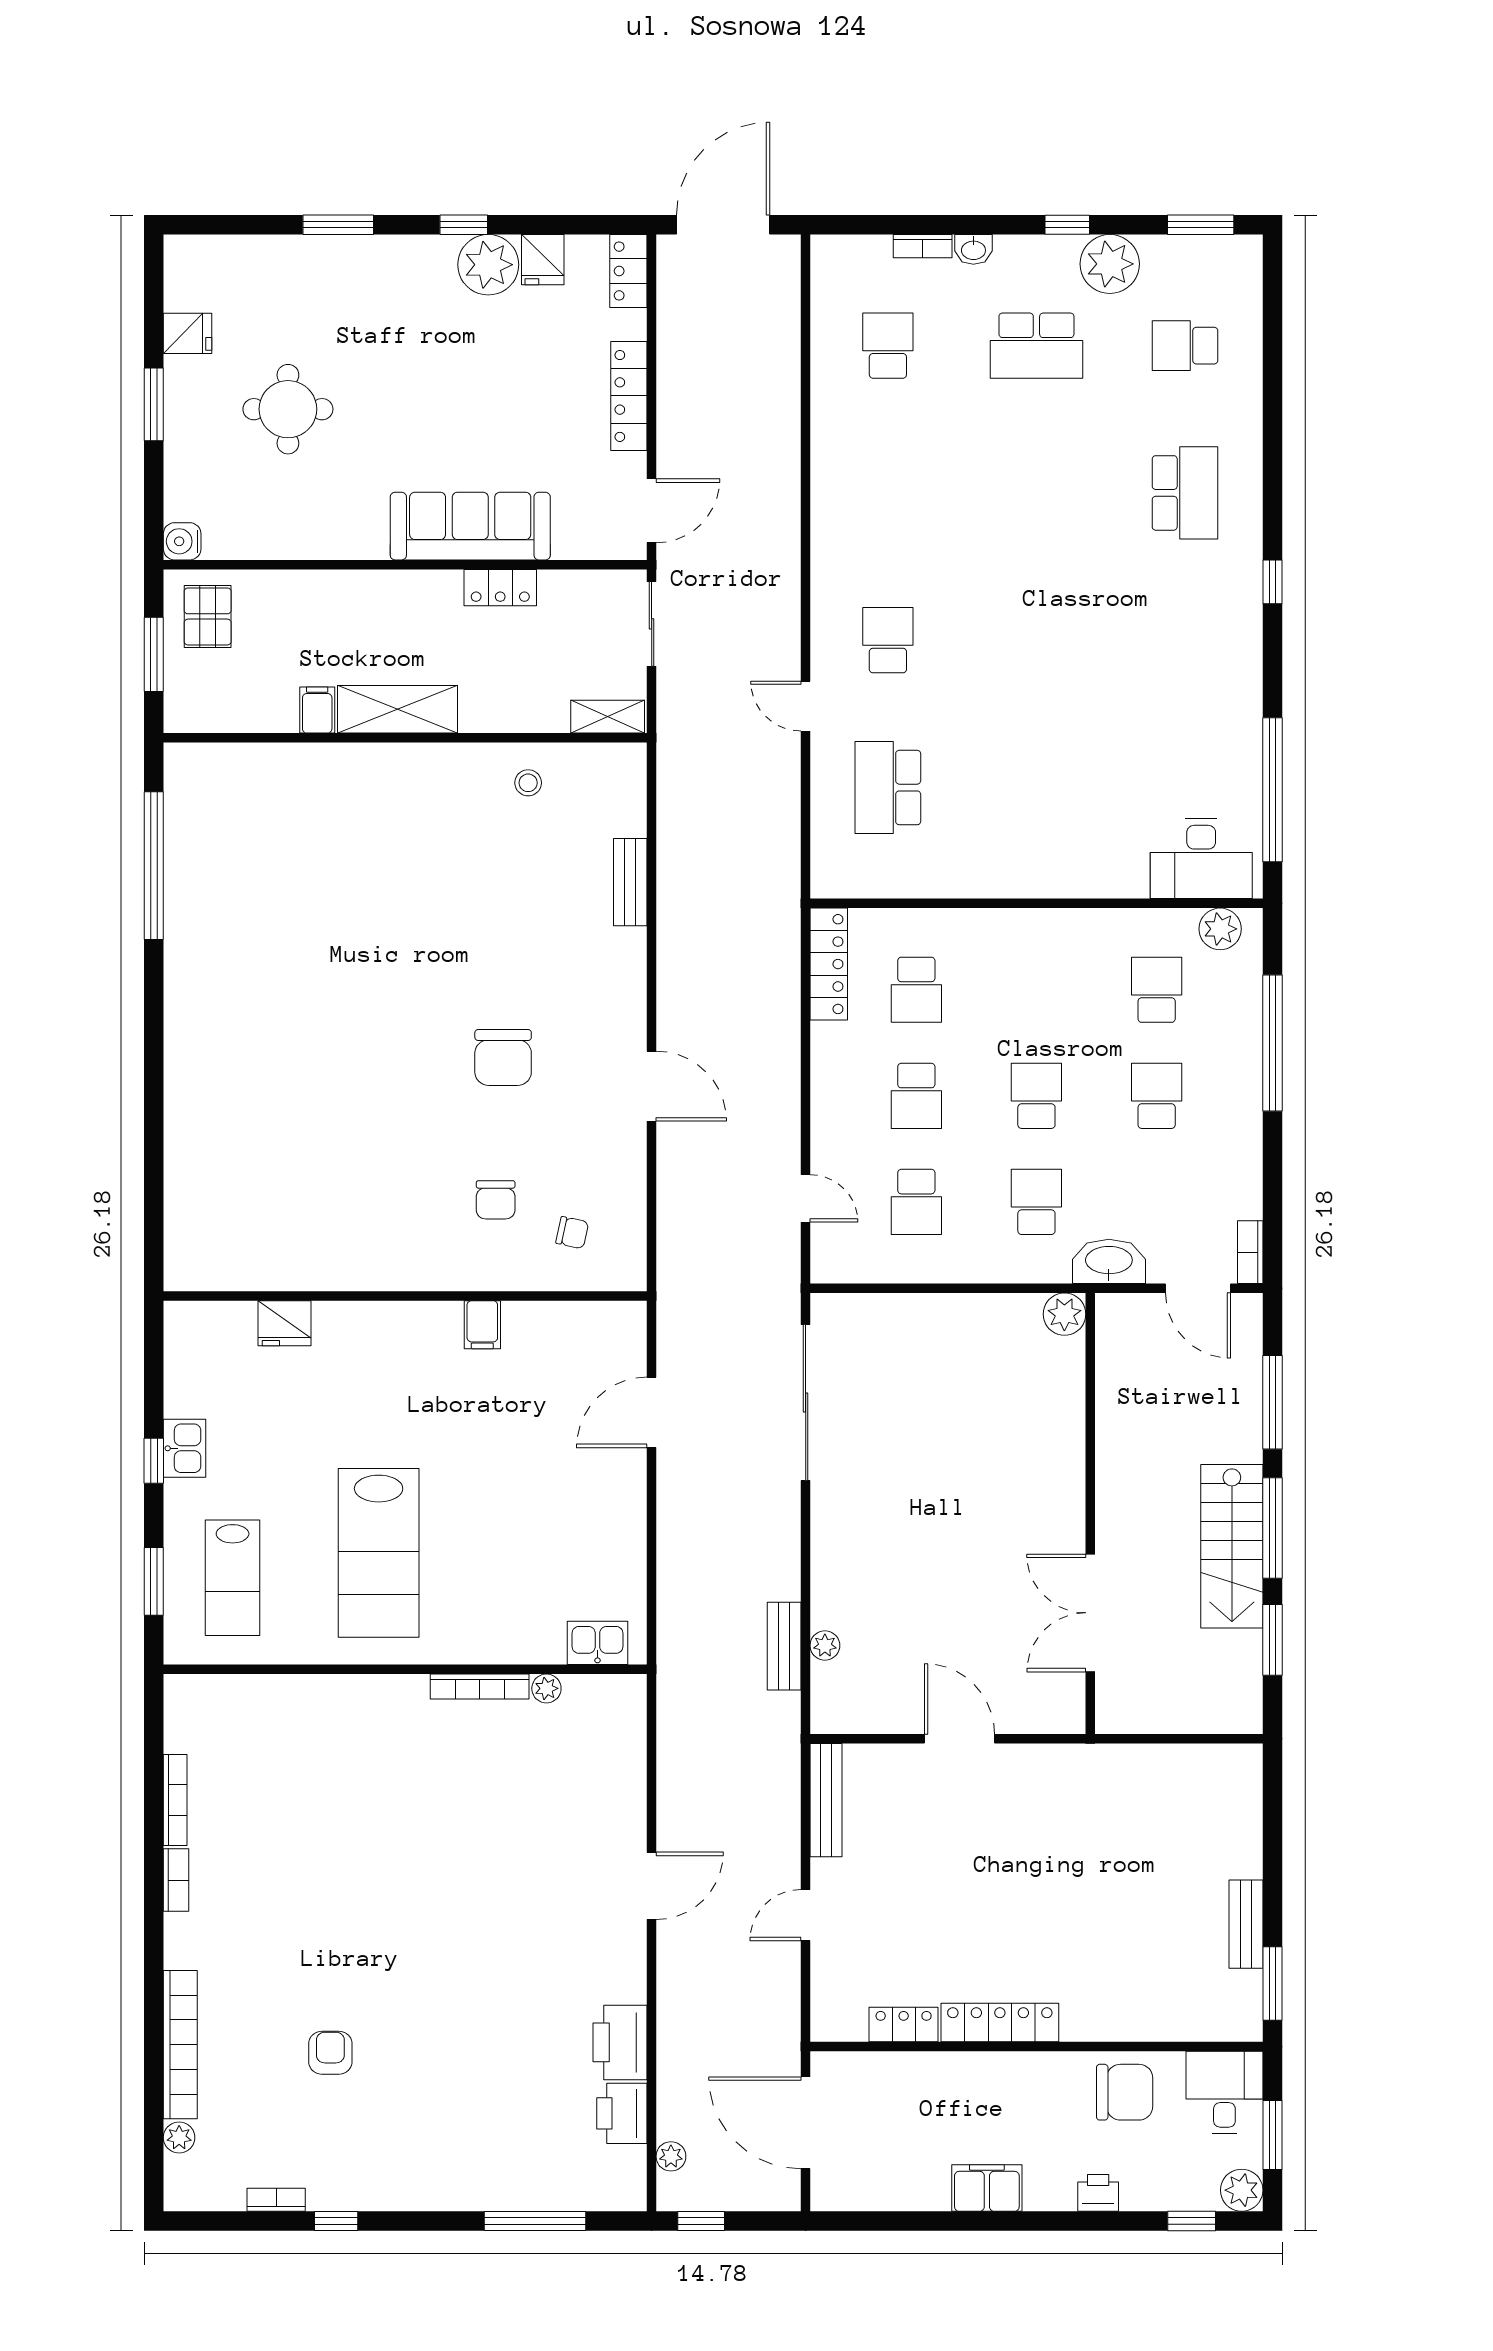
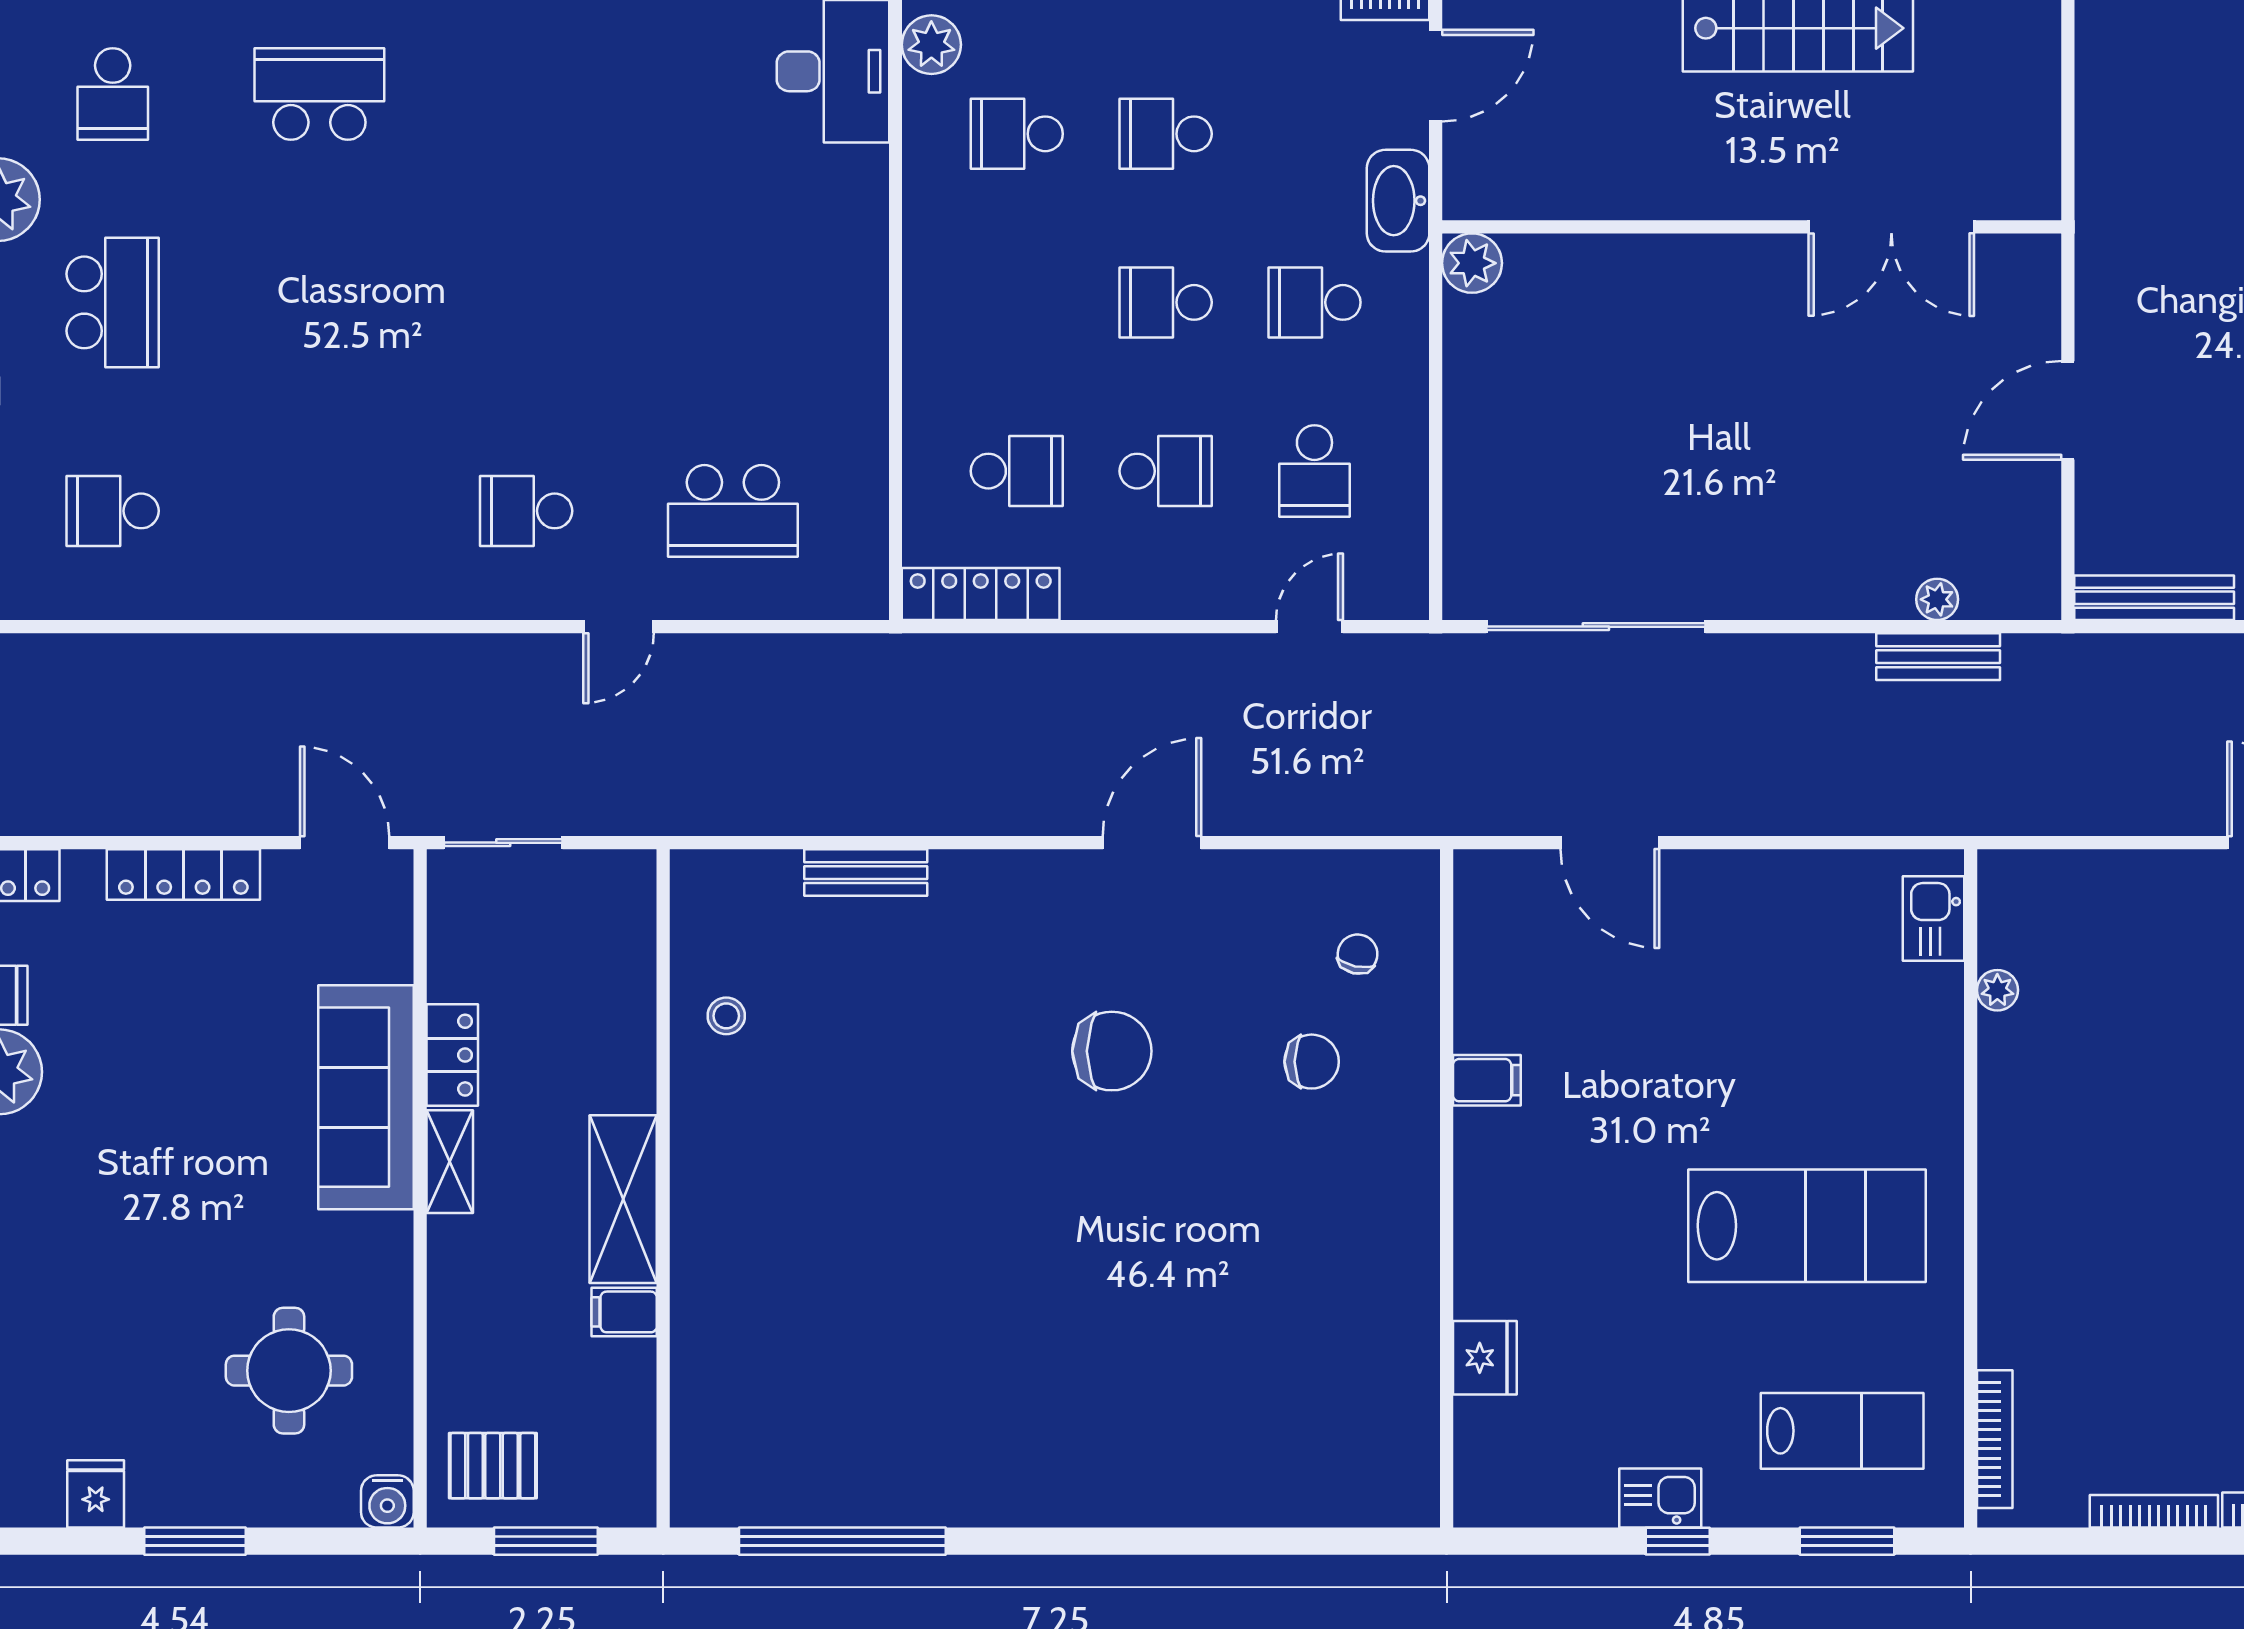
round table: (288, 409) -> (289, 1371), moved
shelving: (608, 717) -> (450, 1162), moved
school desk: (916, 1202) -> (1314, 471), turned 90
bookcase: (480, 1687) -> (1995, 1439), moved

